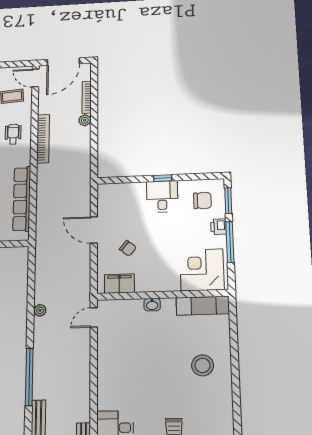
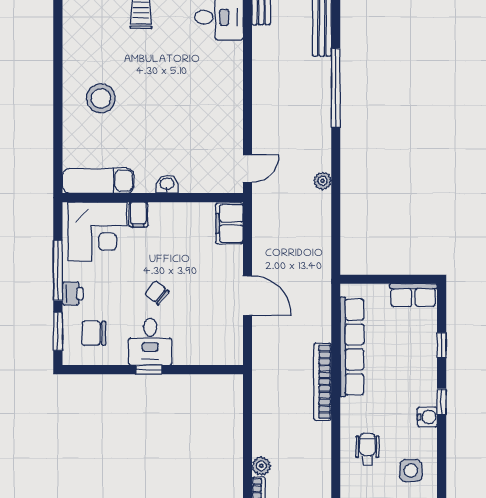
wheelchair: (13, 134) -> (367, 449), turned 180
bookcase: (43, 139) -> (323, 382), moved
chair: (128, 248) -> (157, 293), moved
filing cabinet: (173, 283) -> (138, 215), added
filing cabinet: (119, 284) -> (229, 223), moved, turned 90

